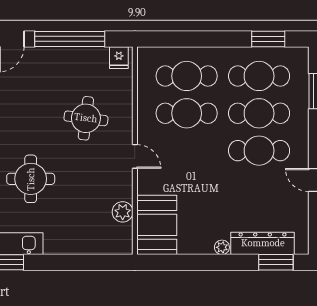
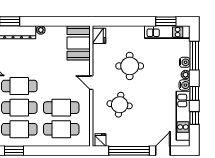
round table: (31, 179) -> (130, 66), moved
plant: (123, 212) -> (98, 51), removed
fridge: (121, 237) -> (99, 36), added

